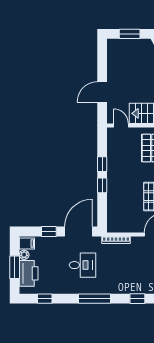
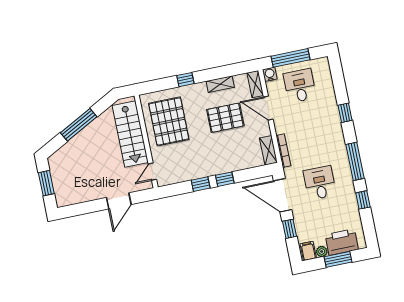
door: (102, 92) -> (119, 201), hinge flipped
shelving: (119, 227) -> (268, 150), added
window: (45, 299) -> (363, 200), moved

